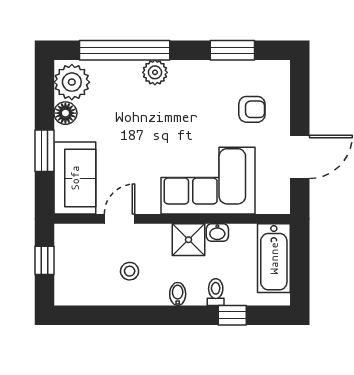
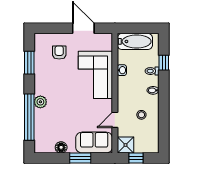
plant: (72, 82) -> (45, 144), removed
door: (119, 219) -> (115, 120), hinge flipped
shower: (188, 240) -> (125, 145), moved

